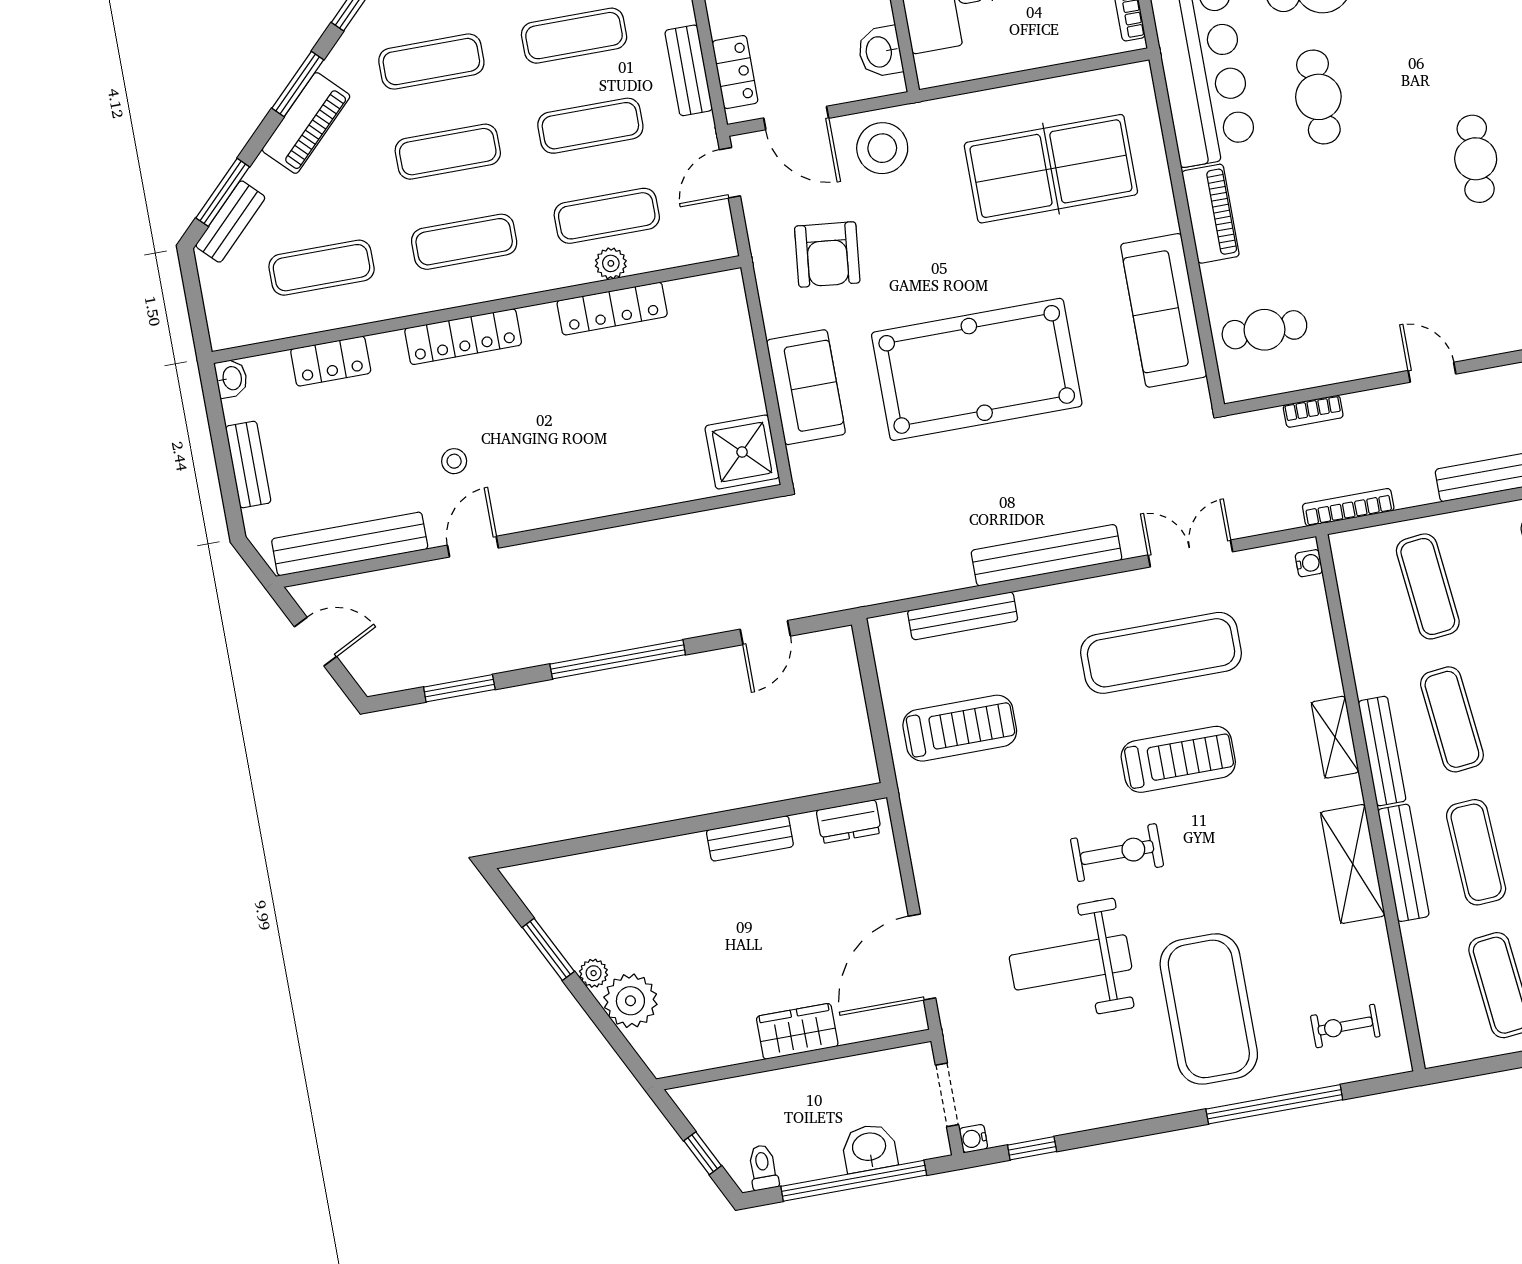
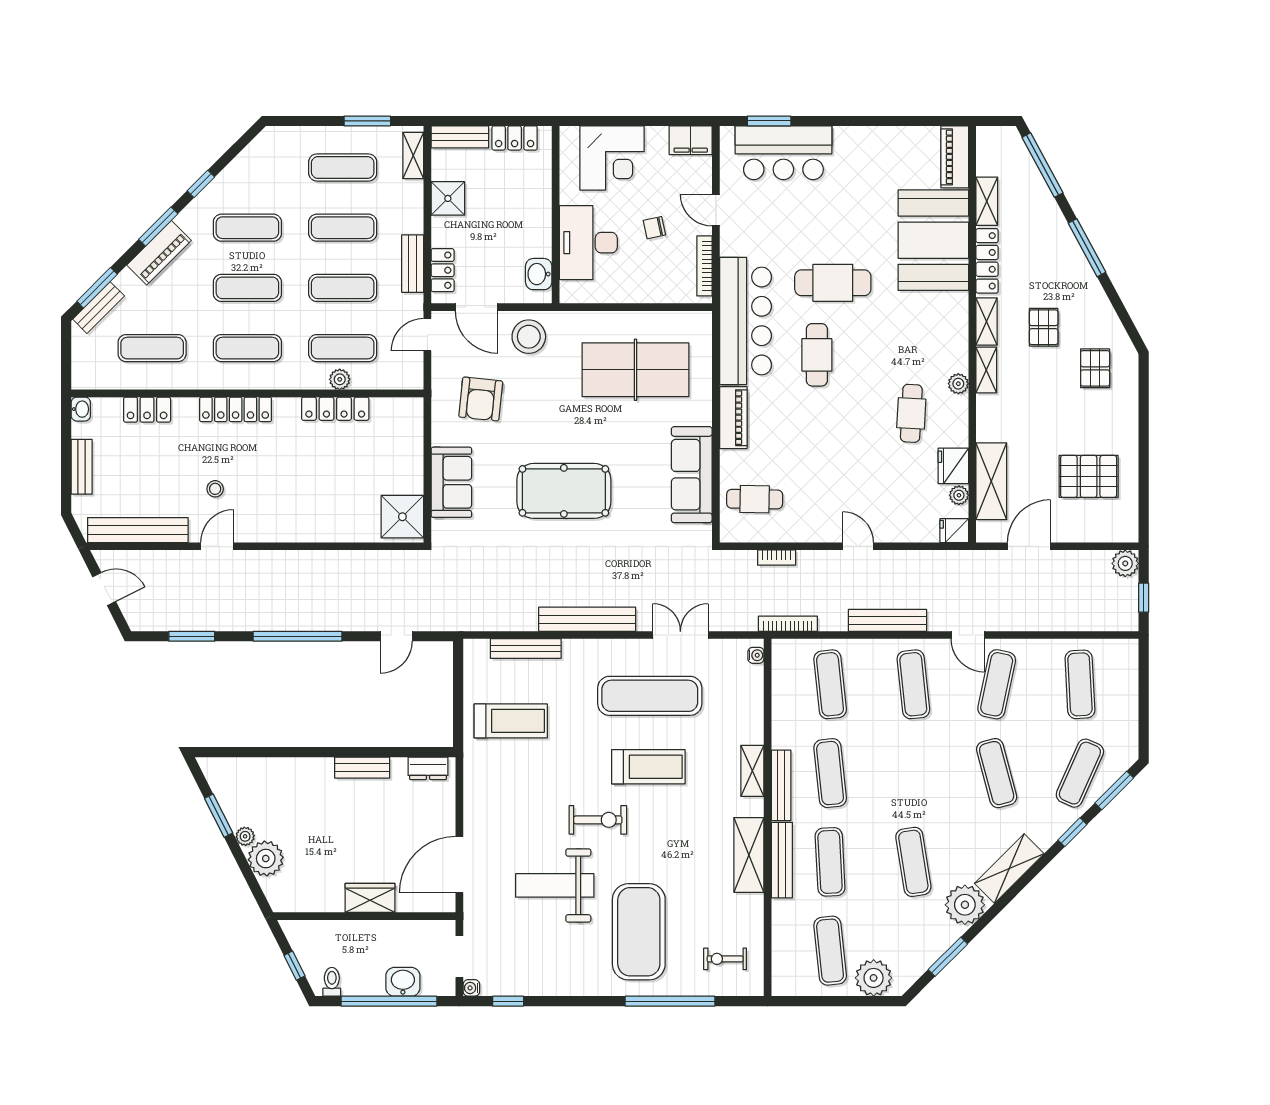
pool table: (977, 369) -> (564, 491), width x0.73, depth x0.76

